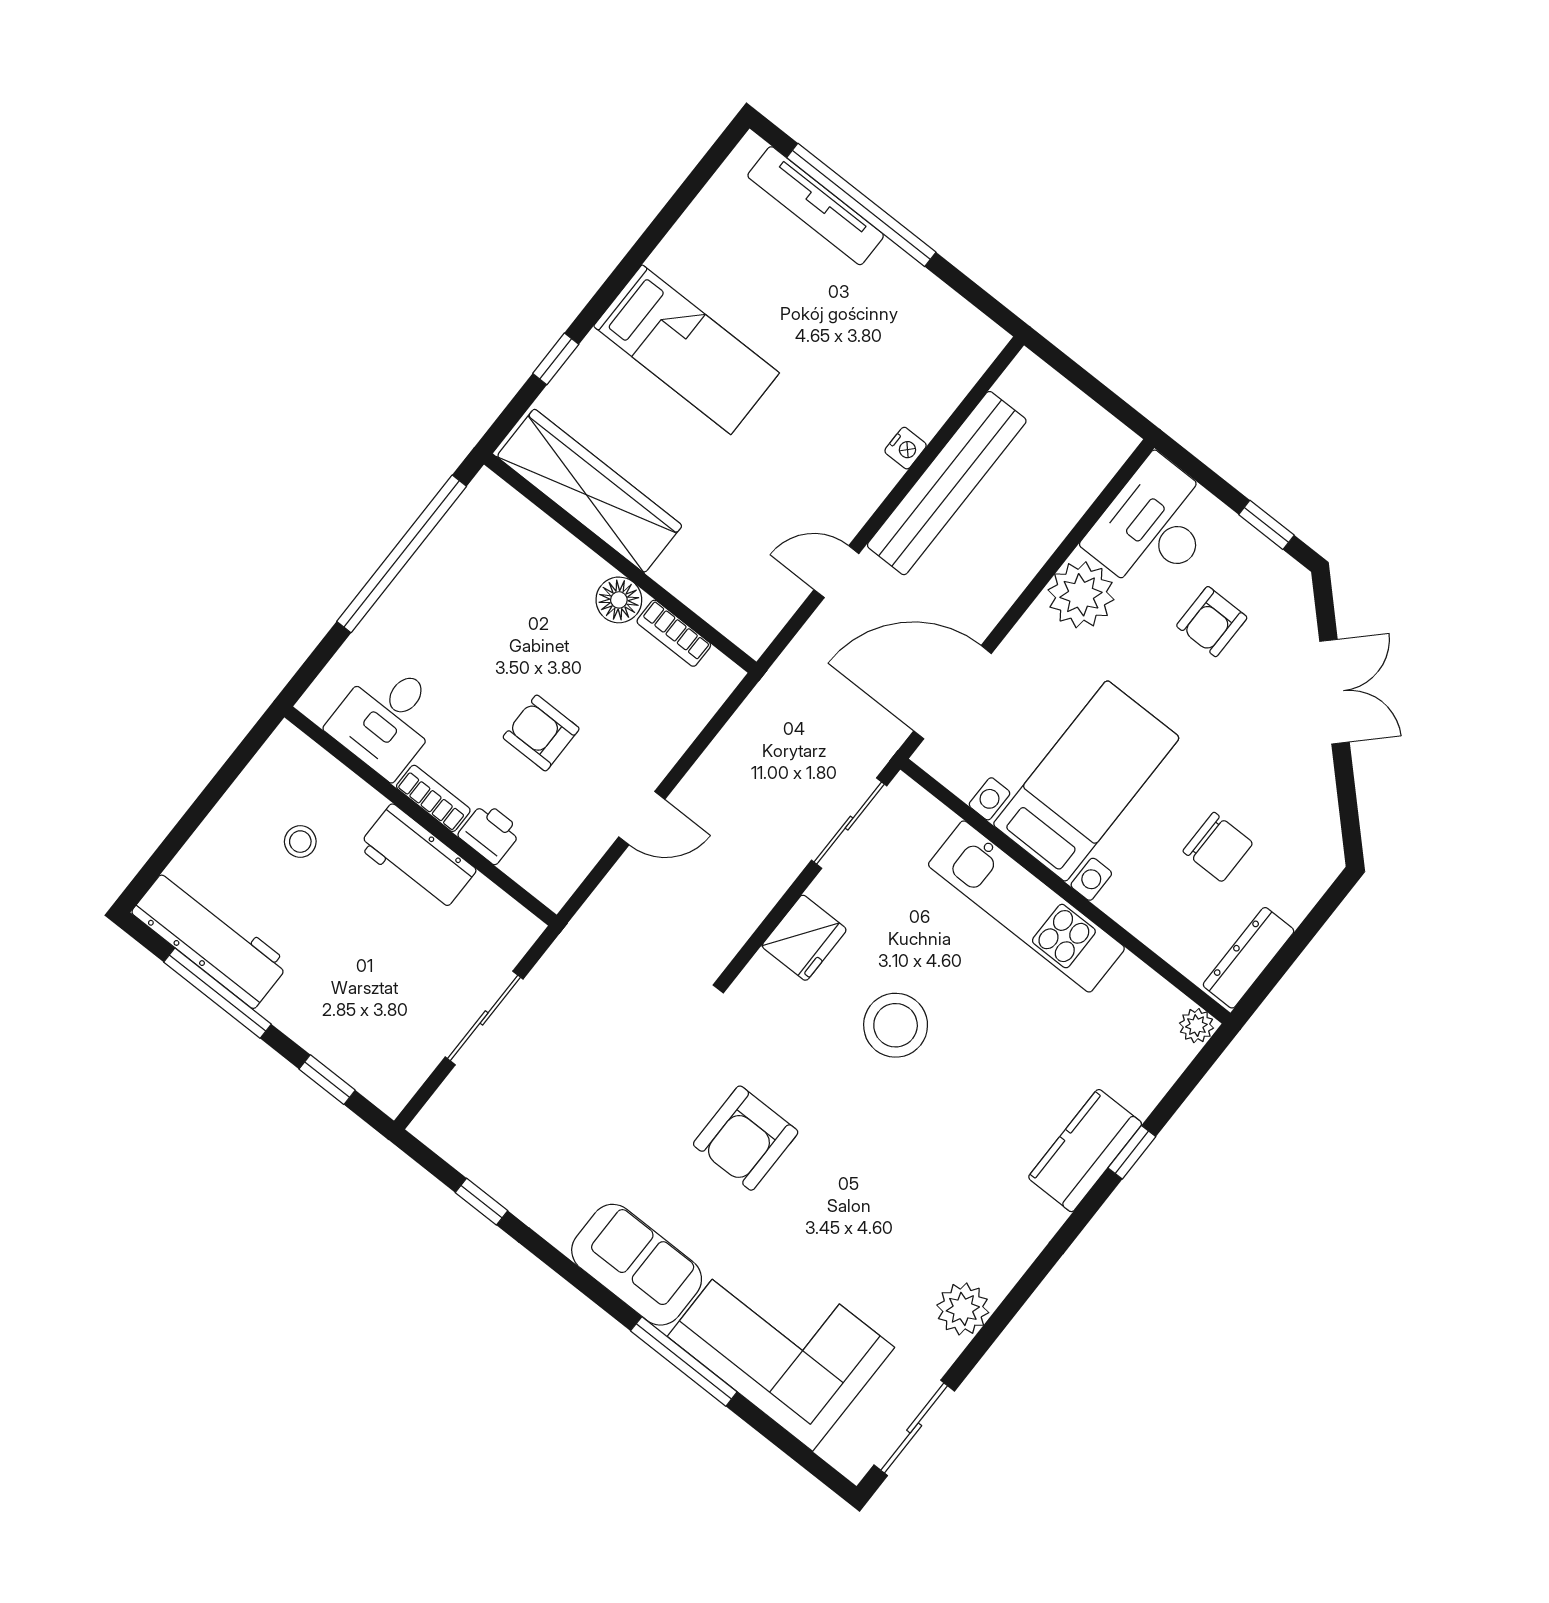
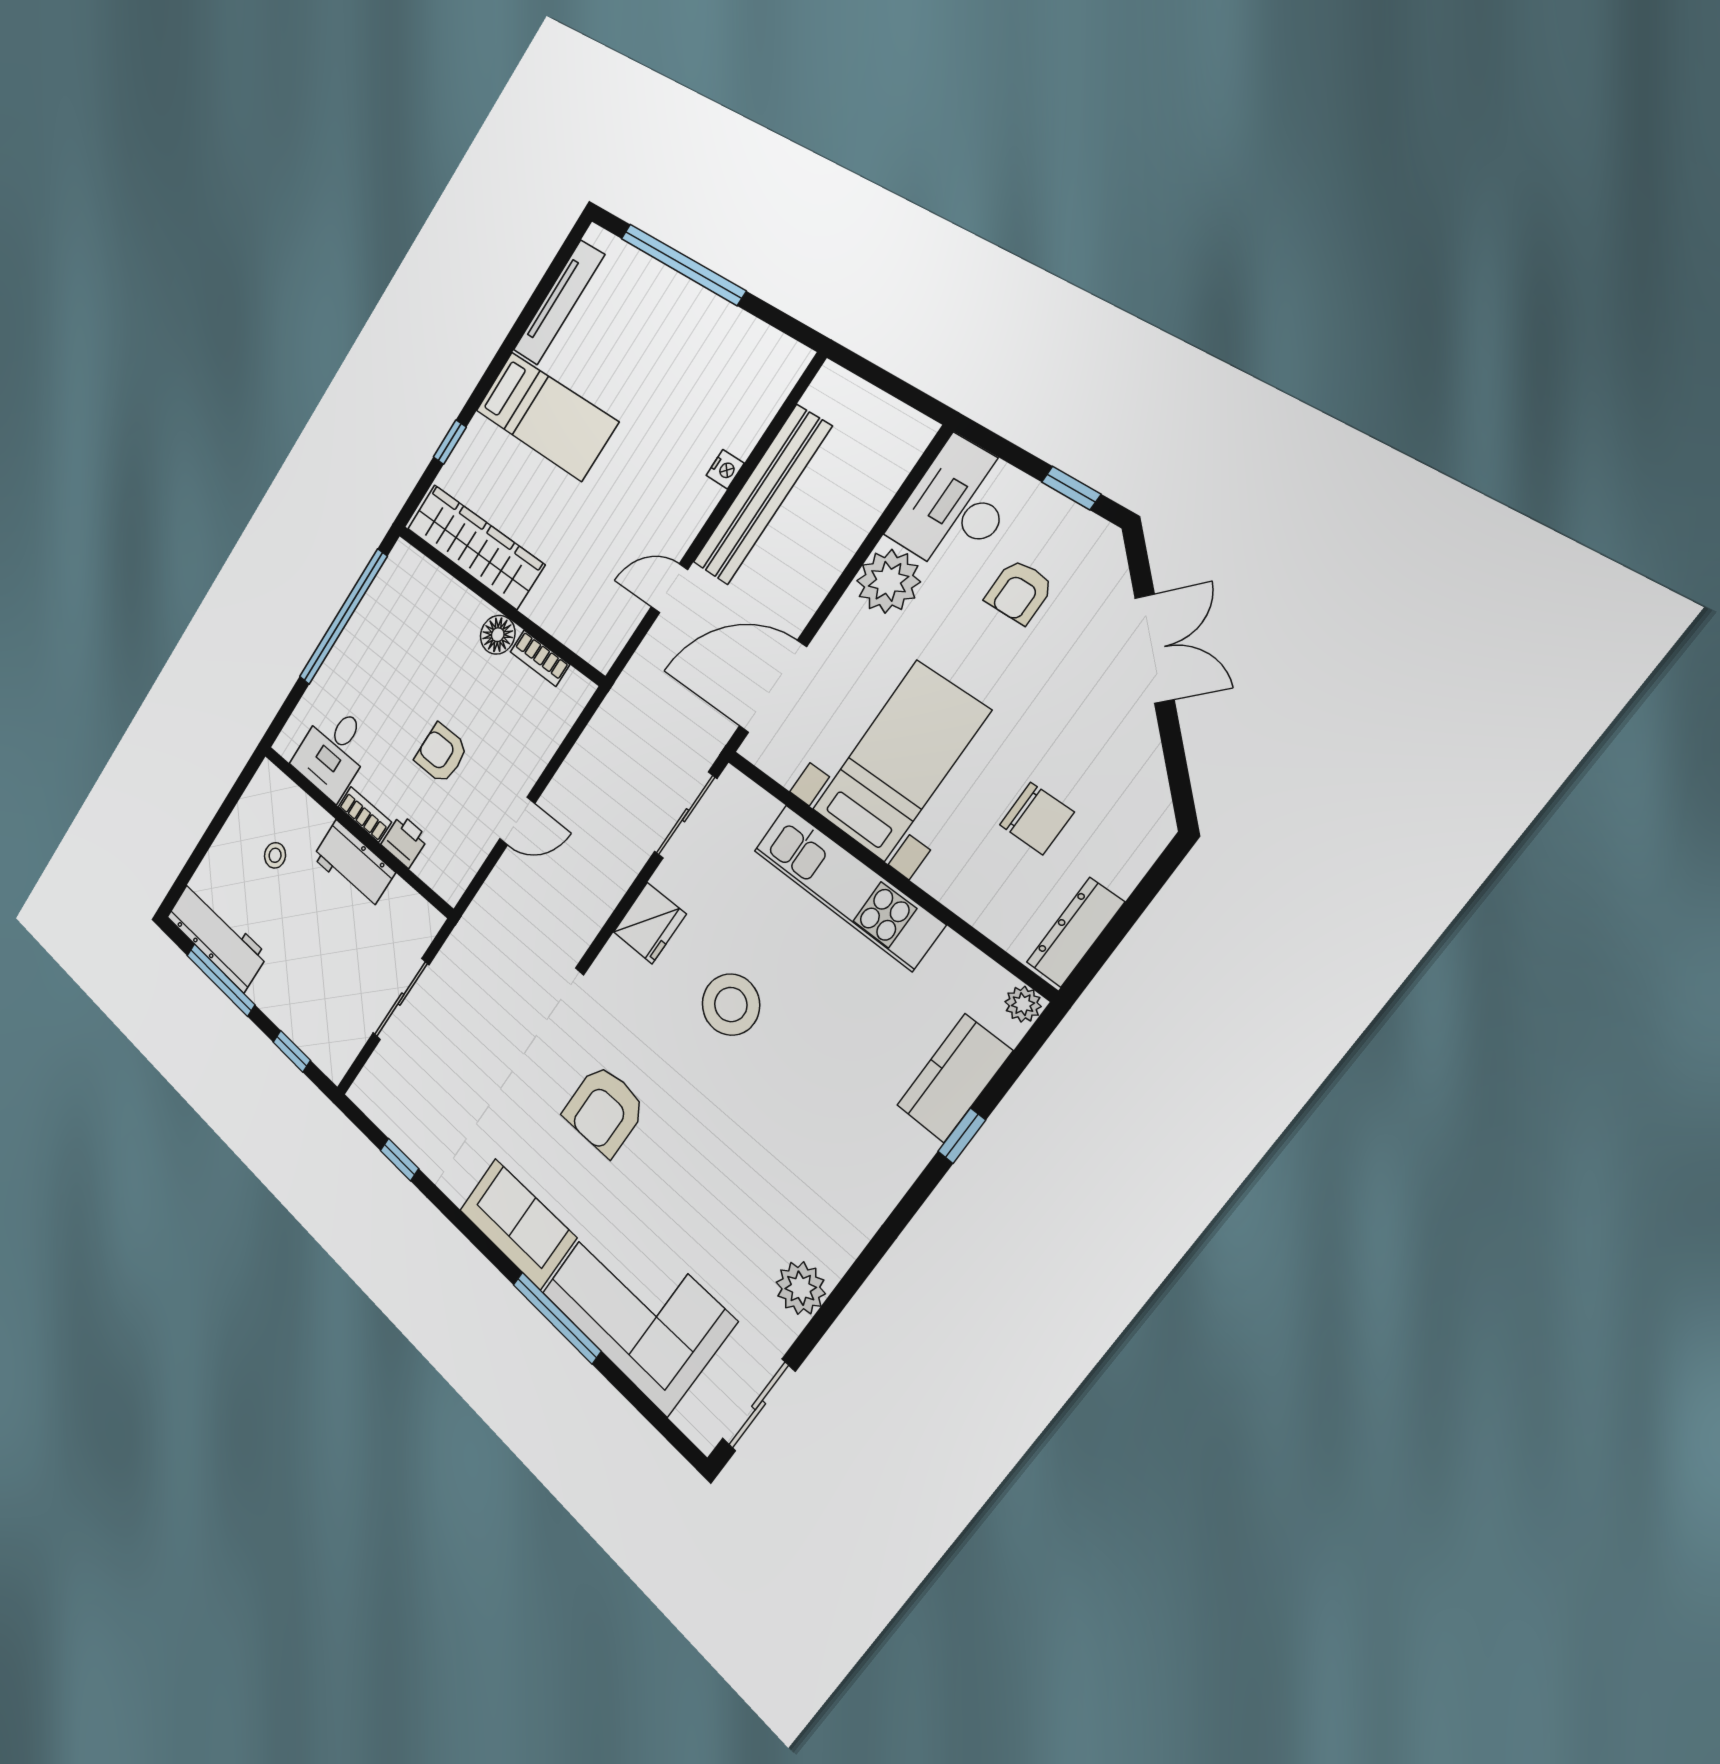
tv unit: (816, 206) -> (559, 303), moved, turned -90
kitchen counter: (1085, 1151) -> (954, 1078), moved

